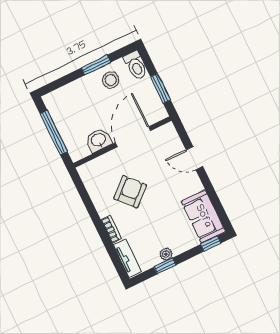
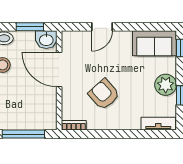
washbasin: (99, 140) -> (46, 40), moved, turned -90
bookcase: (111, 229) -> (74, 125), moved
plant: (166, 254) -> (166, 85), width x1.87, depth x1.87

